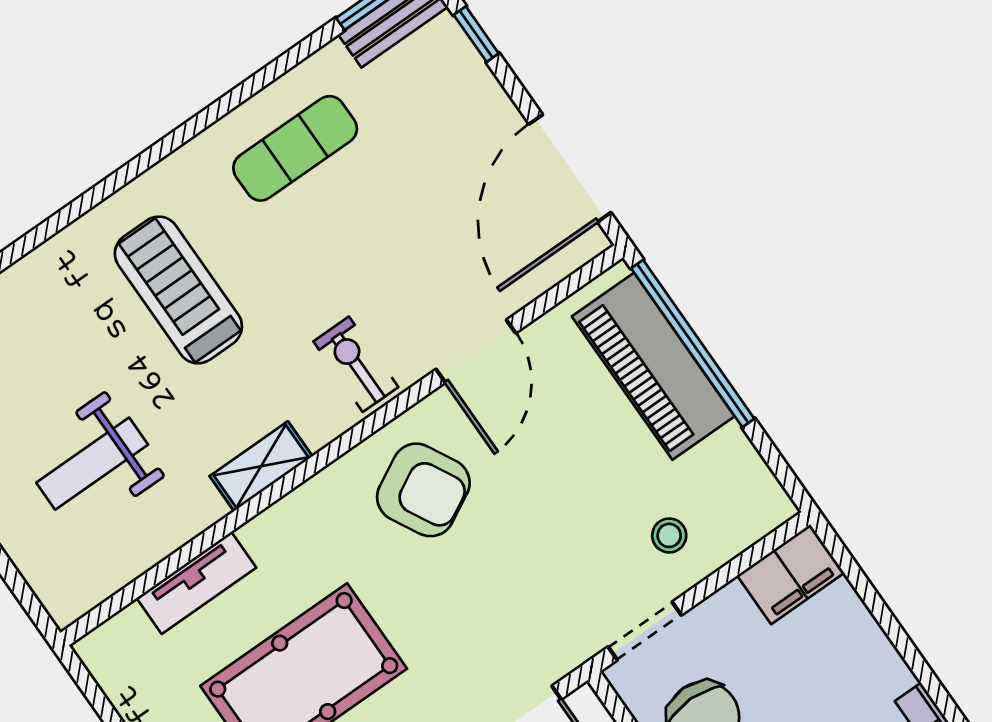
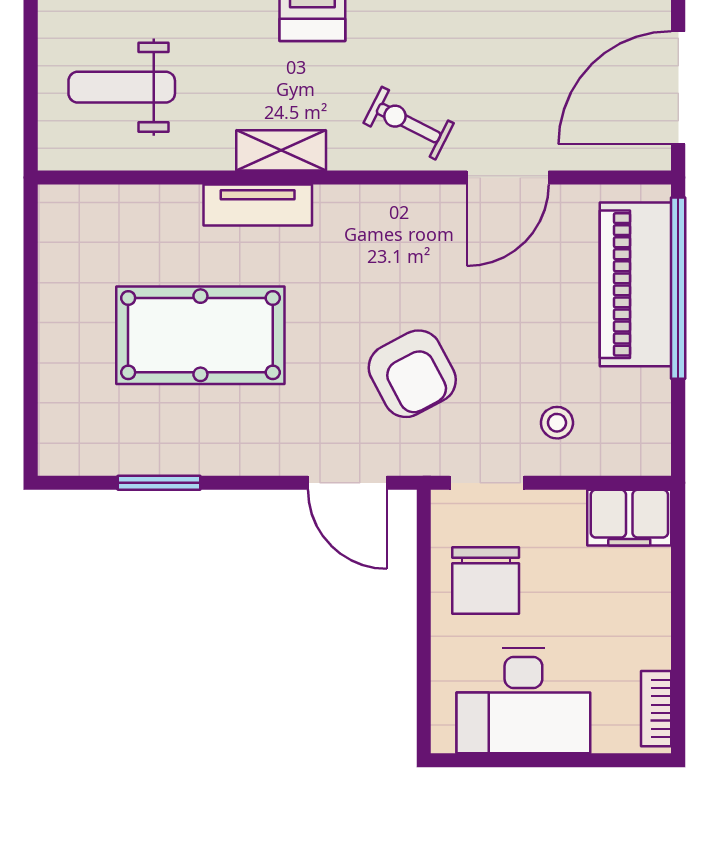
exercise bike: (356, 364) -> (409, 123), turned -63
weight bench: (92, 464) -> (122, 87), moved
armchair: (423, 490) -> (412, 374), moved
tv unit: (196, 583) -> (258, 205), moved

